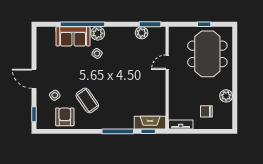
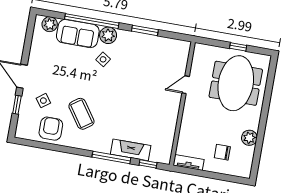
window: (150, 24) -> (145, 30), moved
plant: (142, 33) -> (50, 24), moved
window: (34, 114) -> (17, 105), moved
fireplace: (150, 123) -> (131, 150), moved

